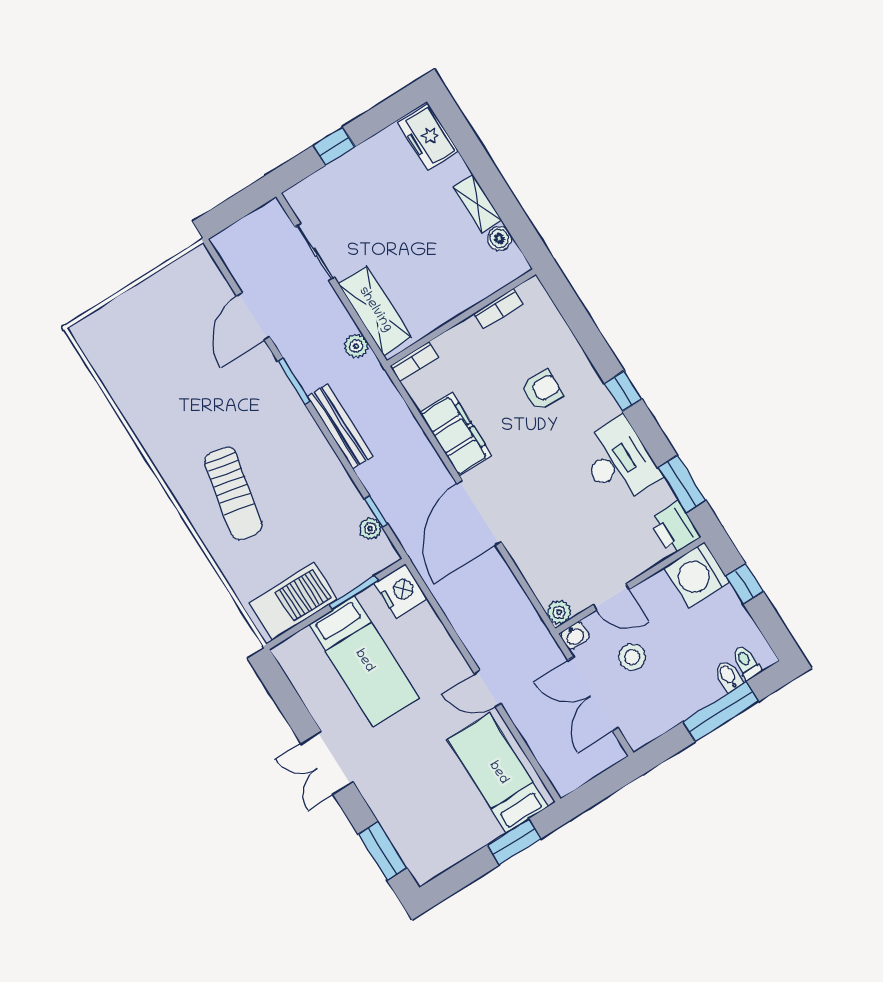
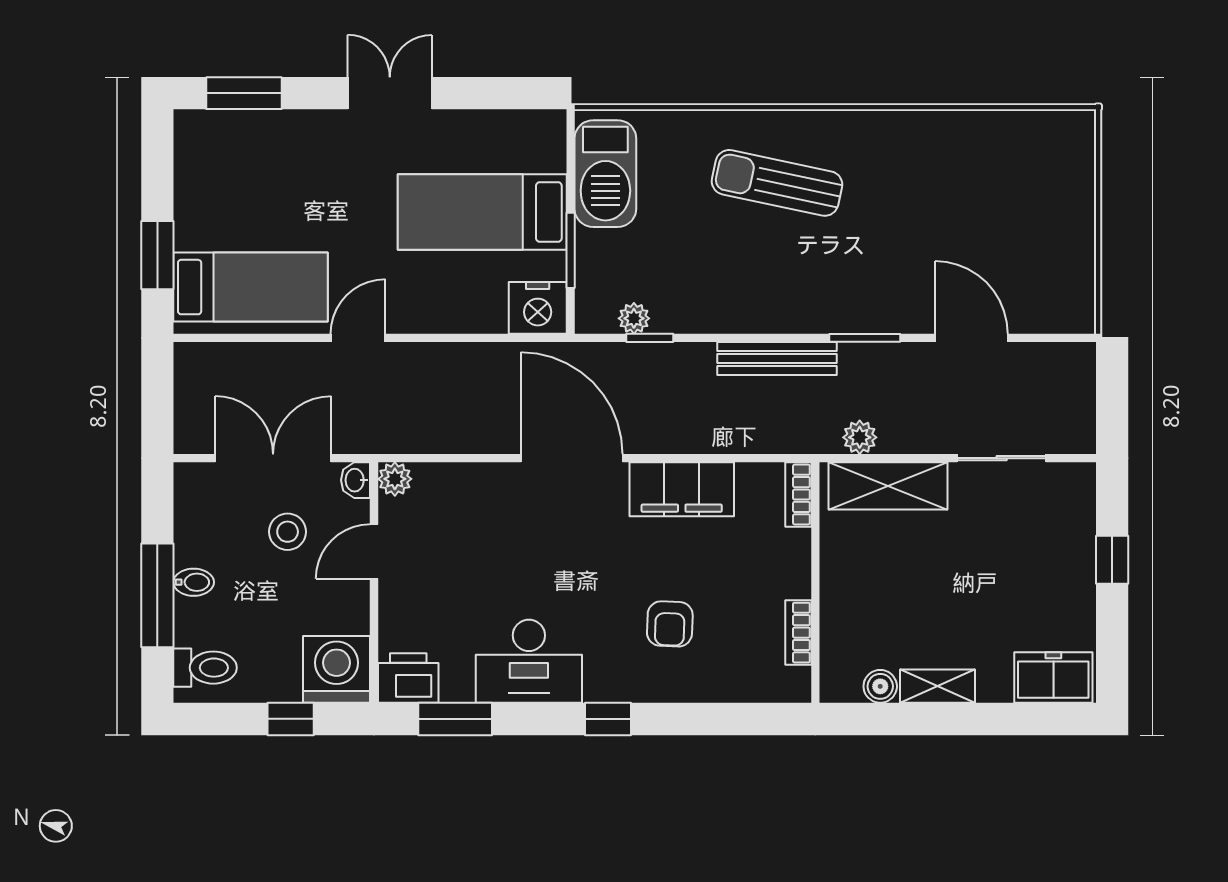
toilet: (746, 663) -> (205, 668), width x1.37, depth x1.39
bidet: (728, 676) -> (194, 582), moved

